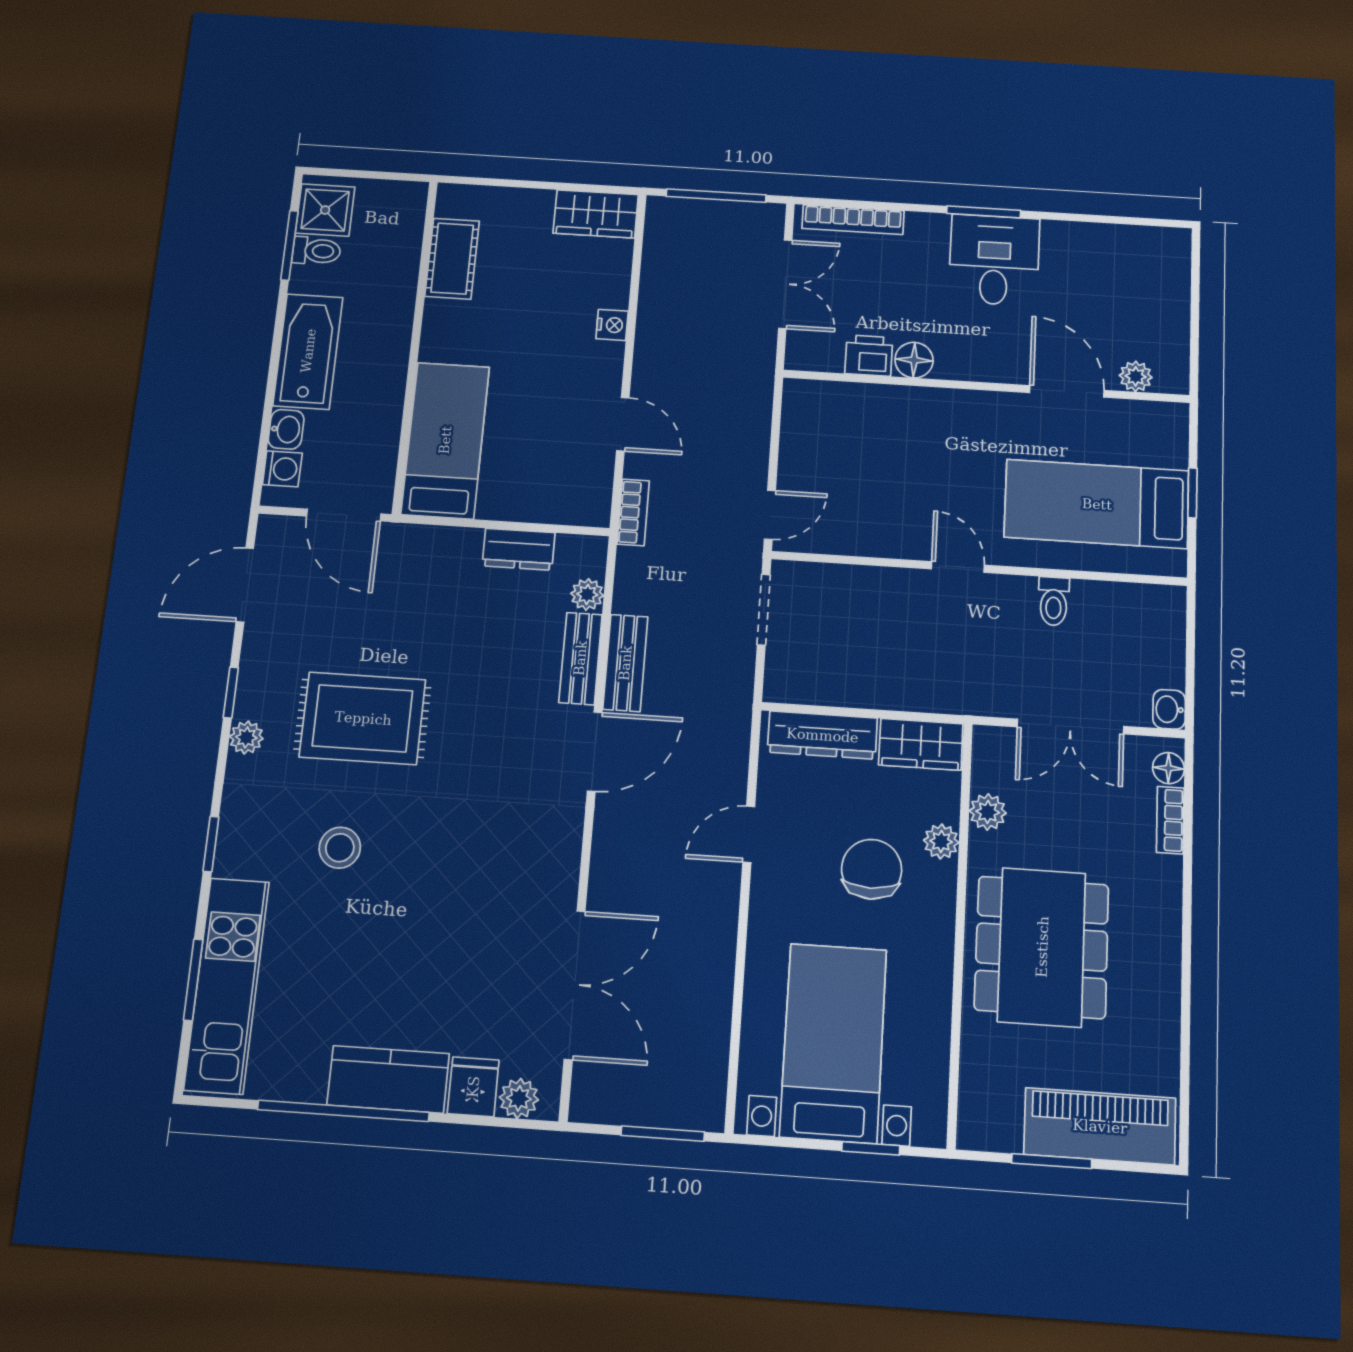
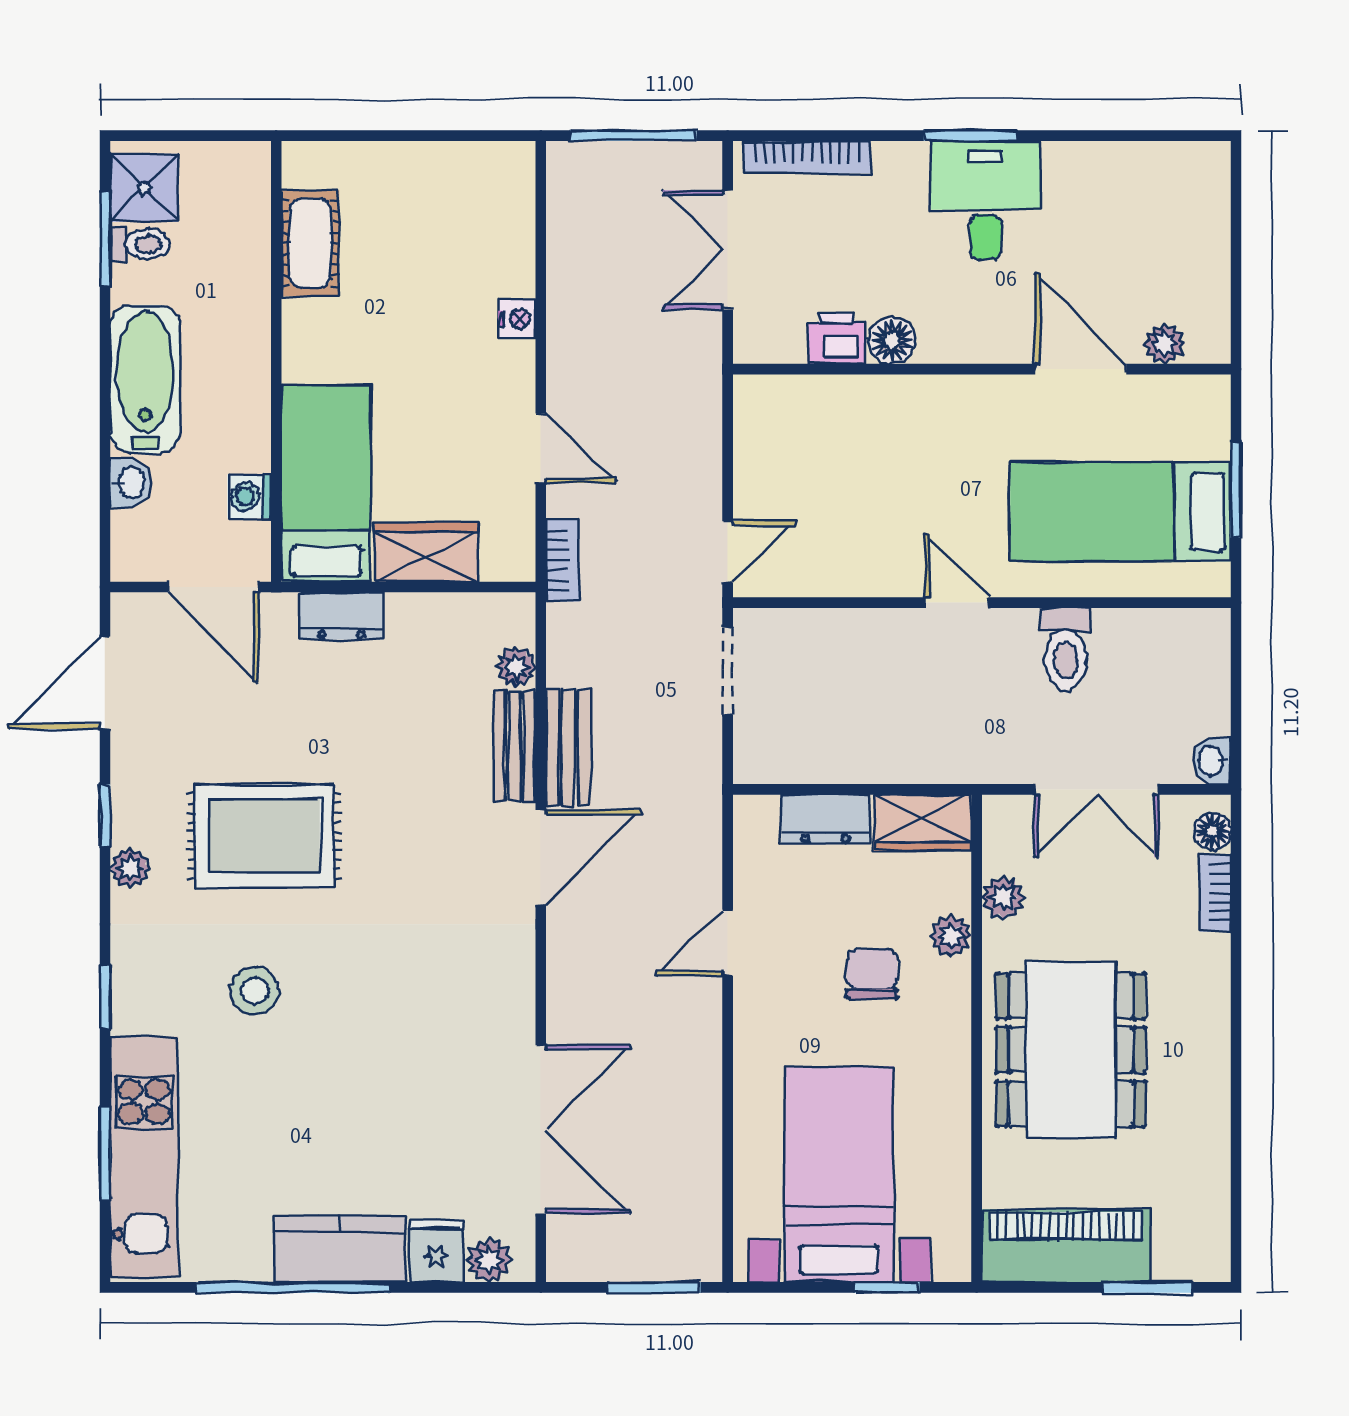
wardrobe: (596, 214) -> (426, 552), moved, turned 180
double door: (785, 284) -> (728, 250), swing flipped
washing machine: (282, 469) -> (249, 496), moved, turned 180
window: (1193, 493) -> (1236, 490), width x1.50
dresser: (519, 549) -> (341, 616), moved
toilet: (1054, 601) -> (1066, 649), width x1.37, depth x1.39
dresser: (822, 735) -> (826, 819), width x0.70
chair: (872, 869) -> (872, 974), width x0.73, depth x0.73
piano: (1100, 1126) -> (1066, 1246), moved
window: (1052, 1161) -> (1147, 1287), moved

